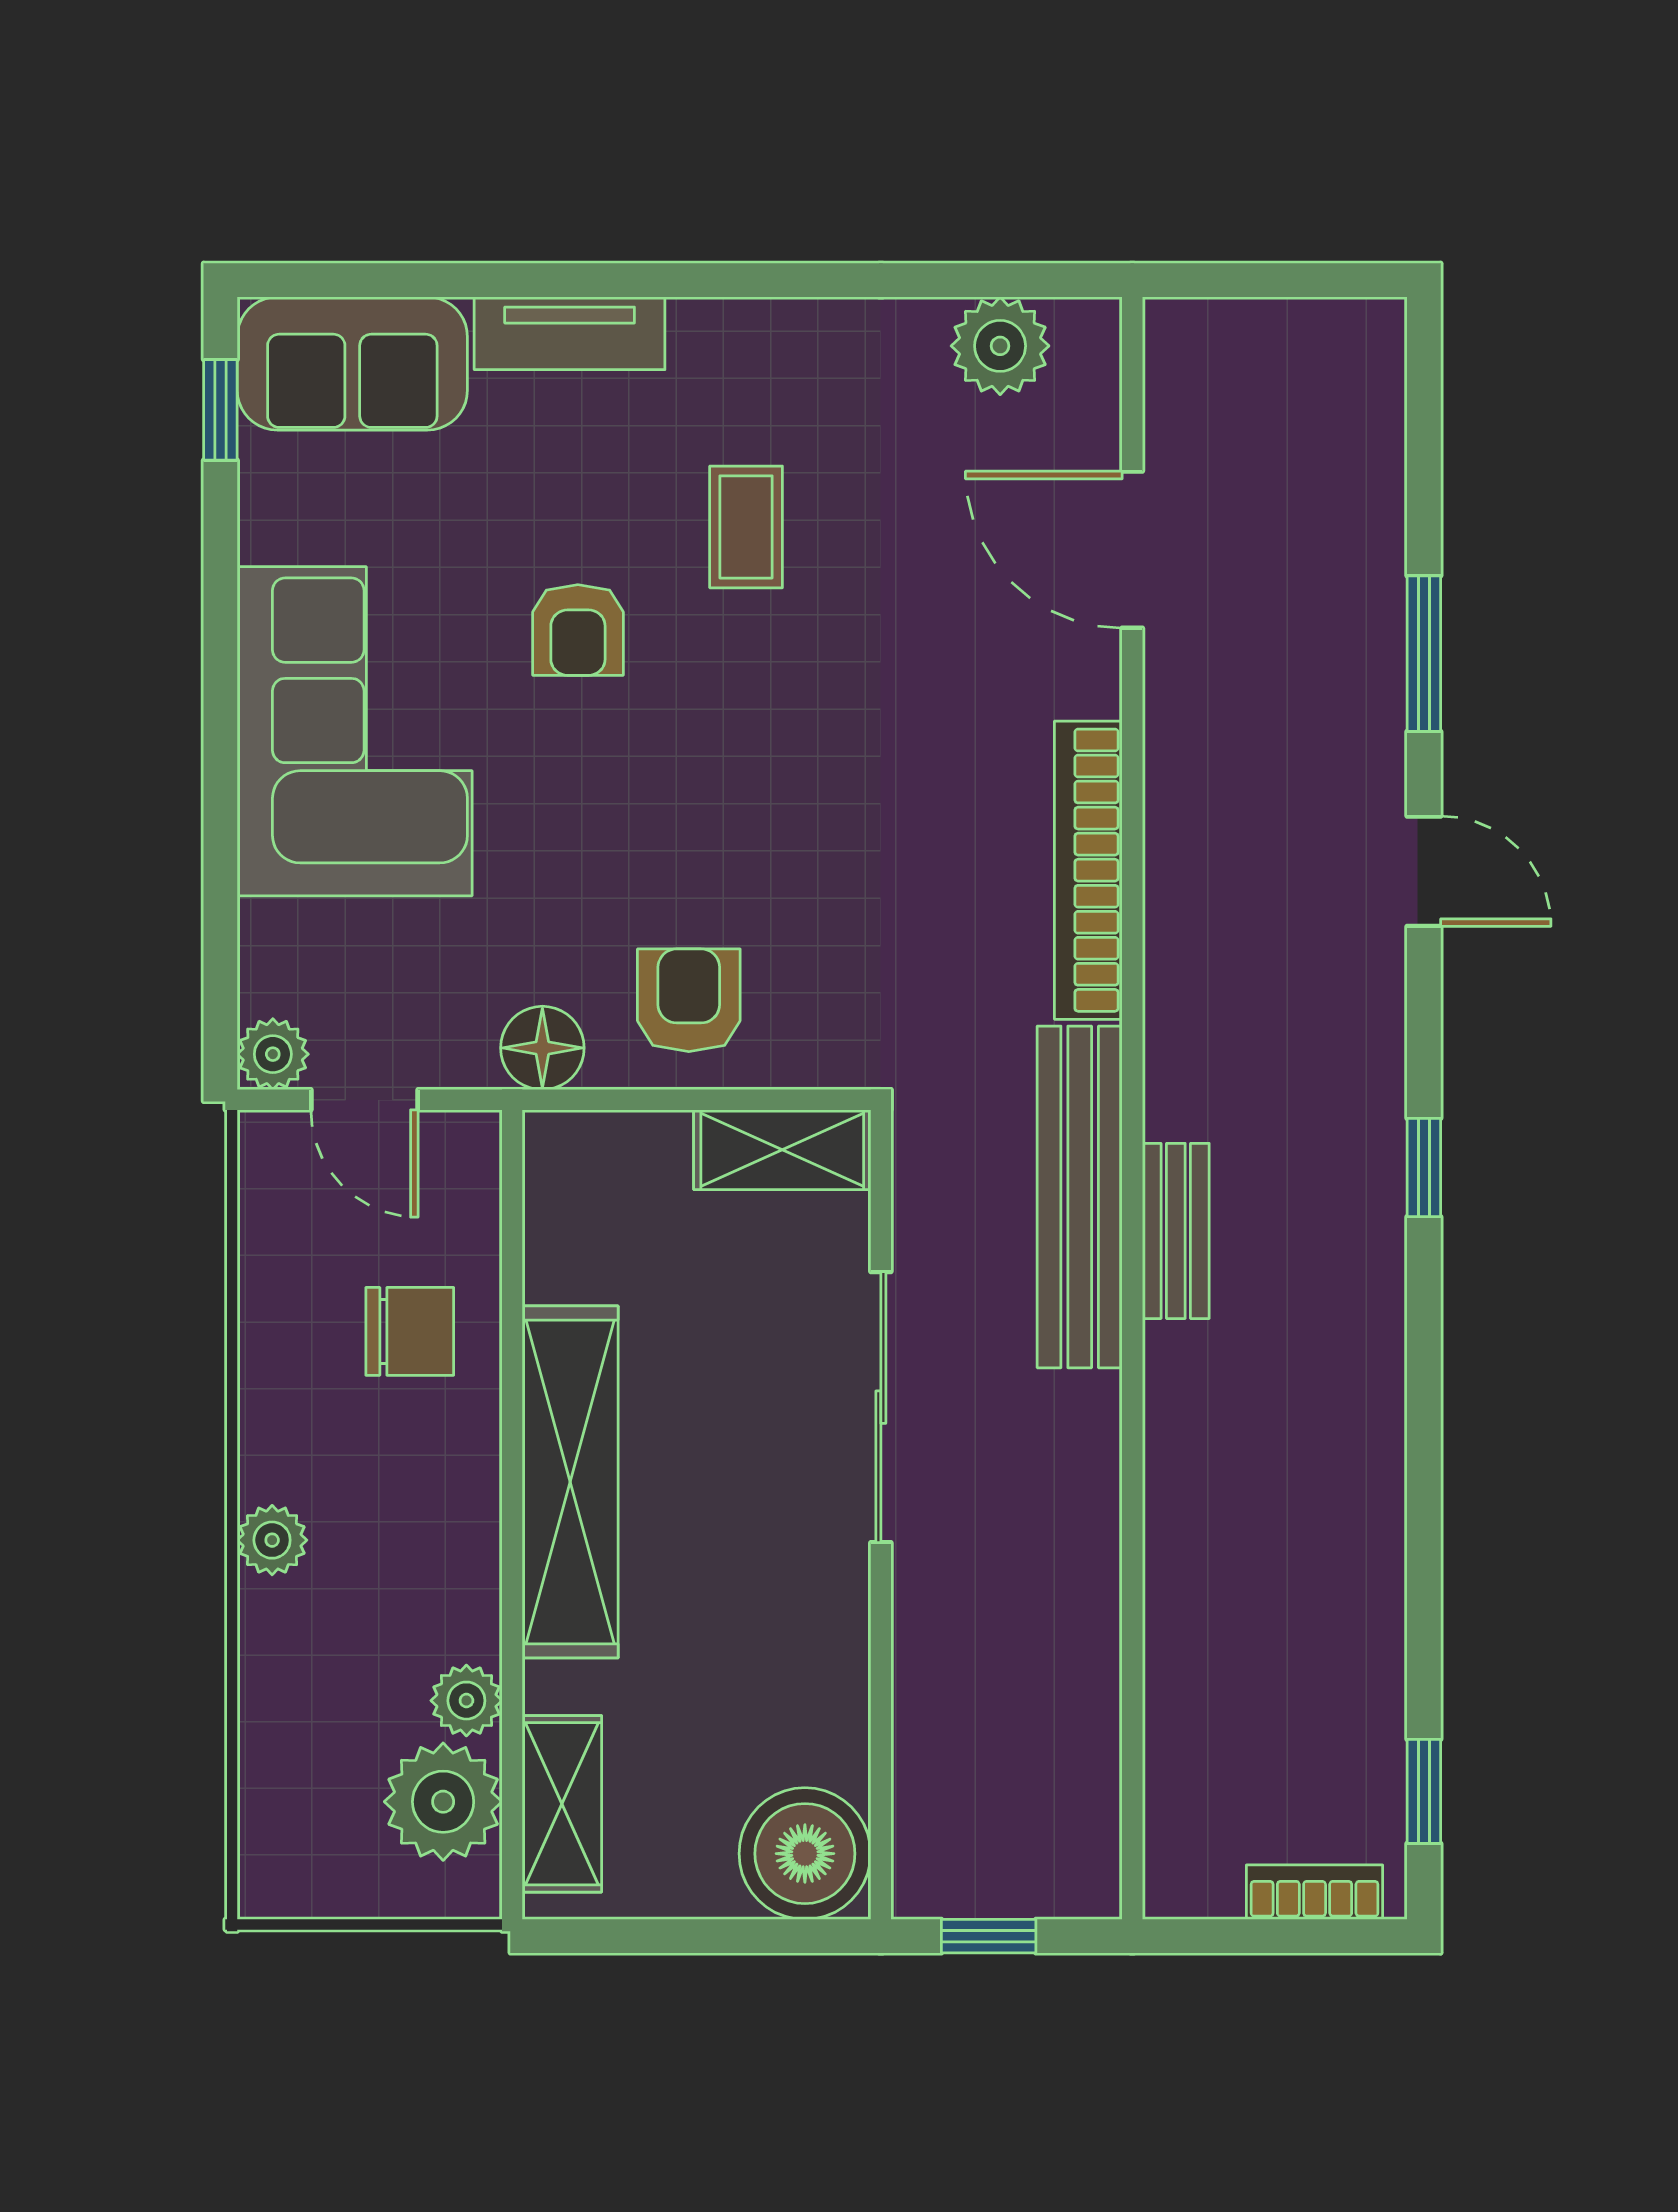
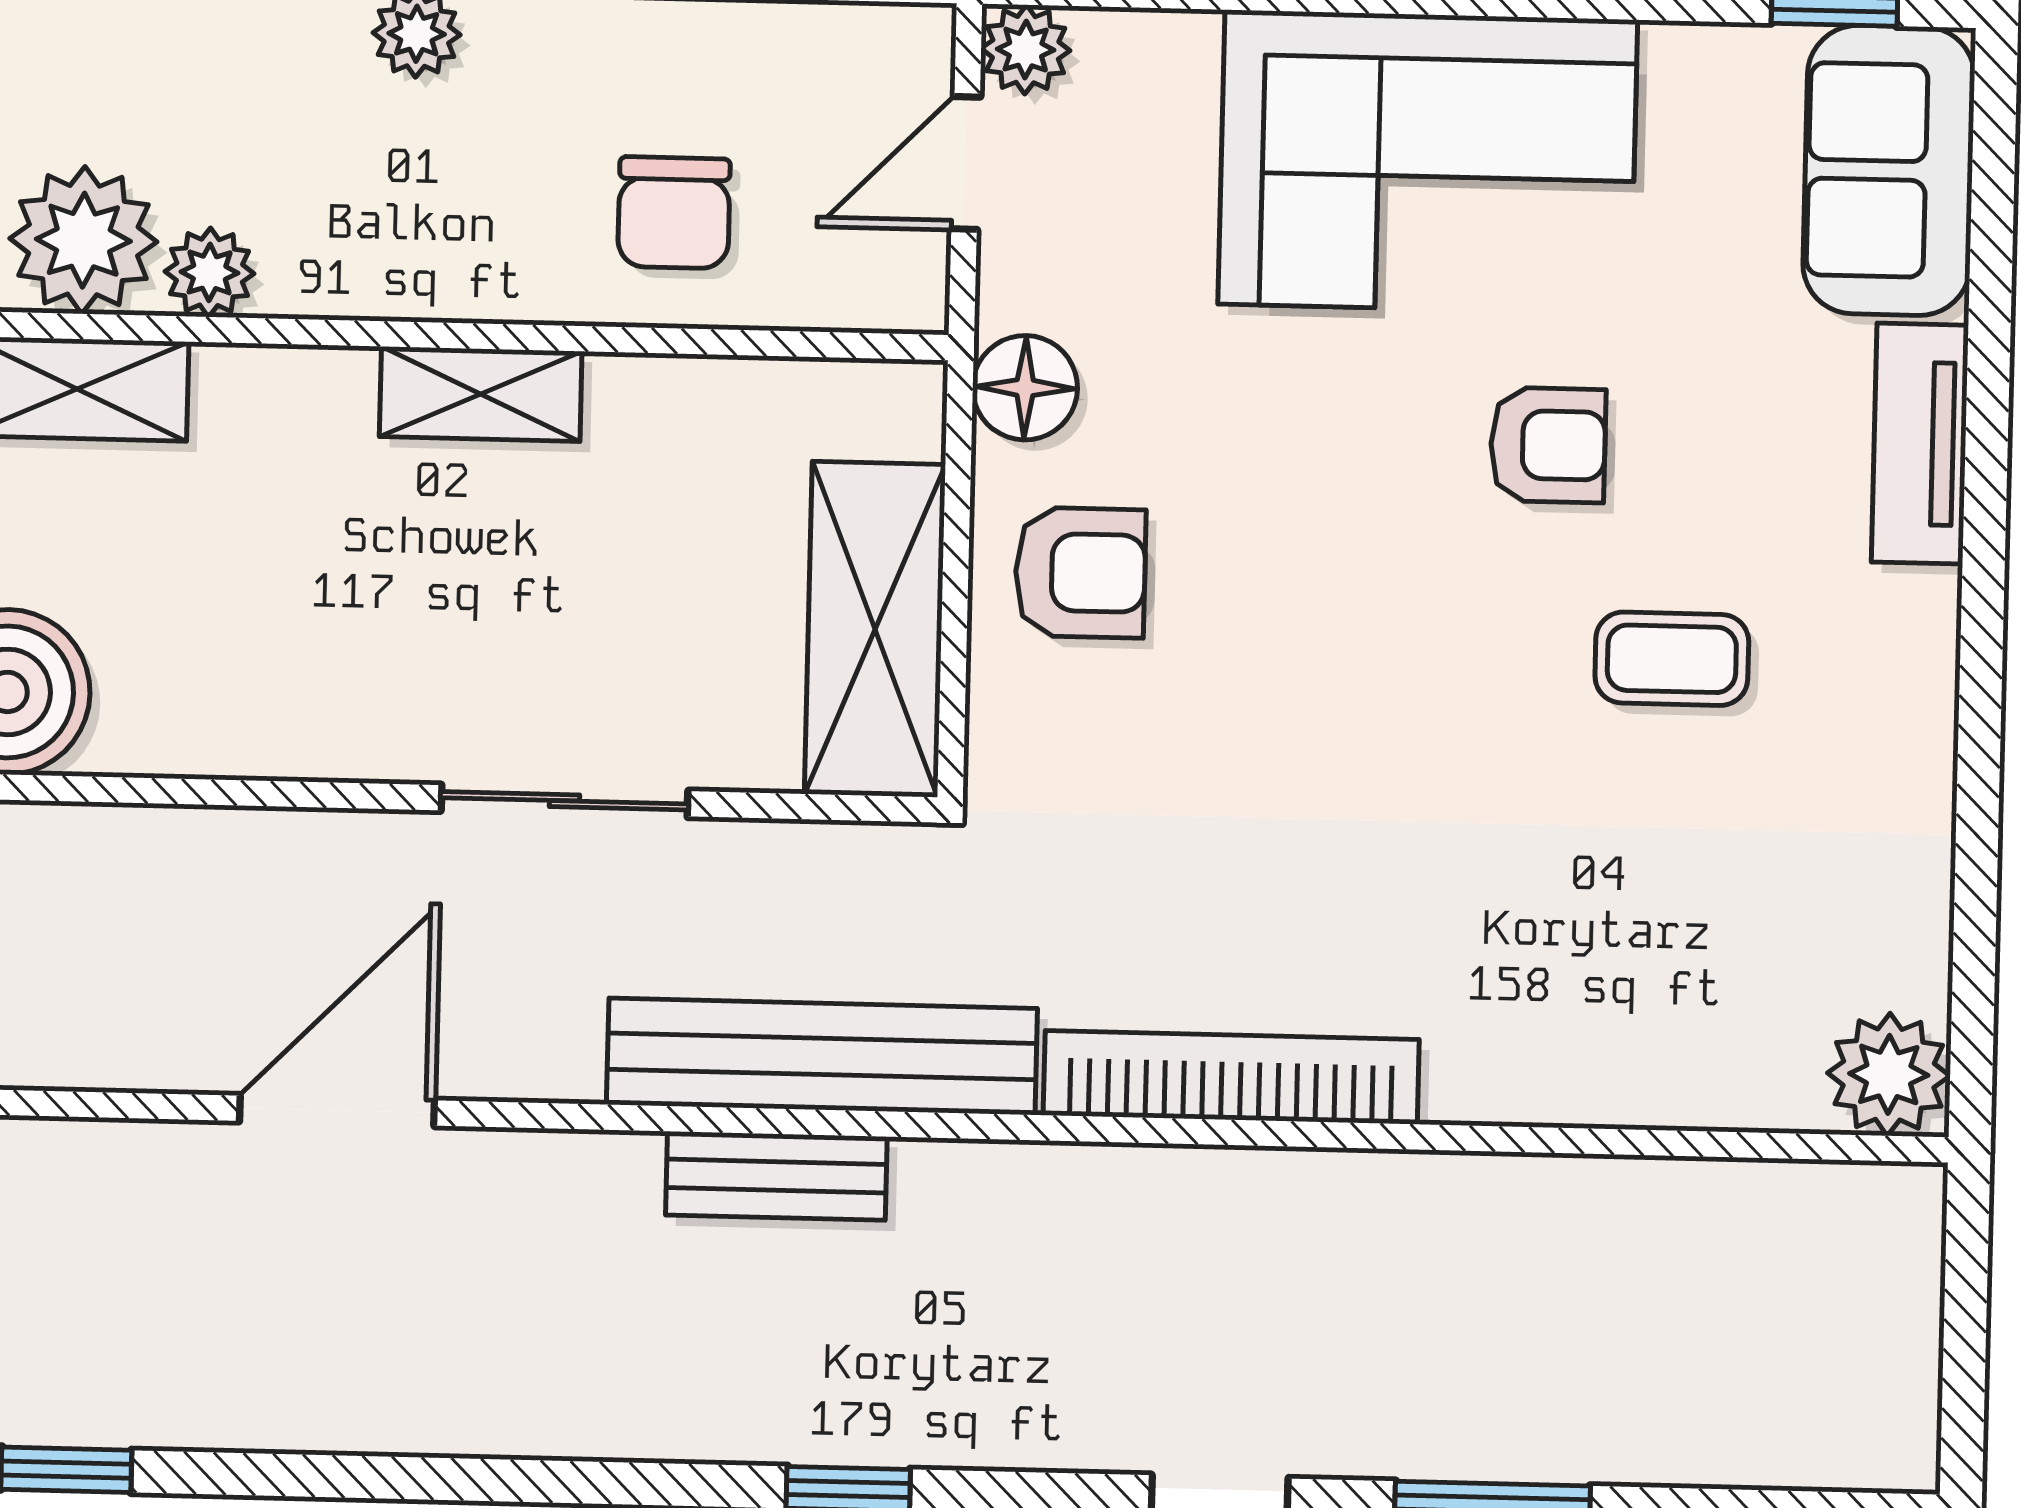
plant: (1000, 346) -> (1889, 1074), moved
door: (1132, 550) -> (337, 1111), moved
armchair: (578, 630) -> (1548, 445), turned 180
shelving: (782, 1150) -> (875, 629), width x1.50, depth x1.33
sliding door: (881, 1407) -> (564, 801), width x0.73
shelving: (570, 1482) -> (481, 394), width x0.45, depth x0.75

